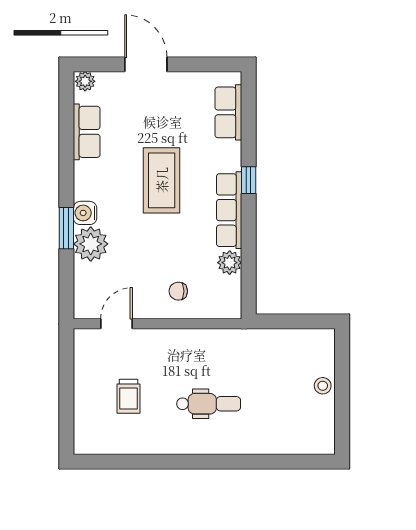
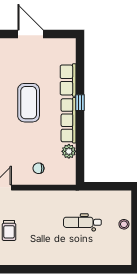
door: (146, 64) -> (31, 34), moved
row of seats: (228, 112) -> (68, 80), moved
dental chair: (209, 404) -> (82, 222), moved, turned 180

